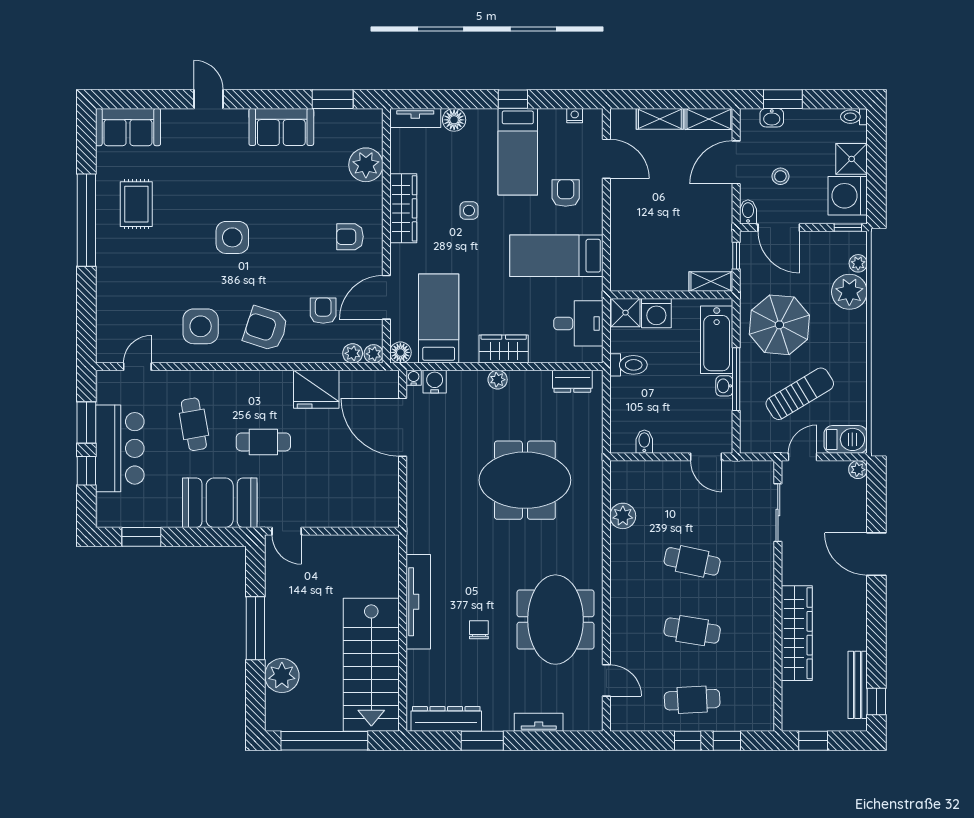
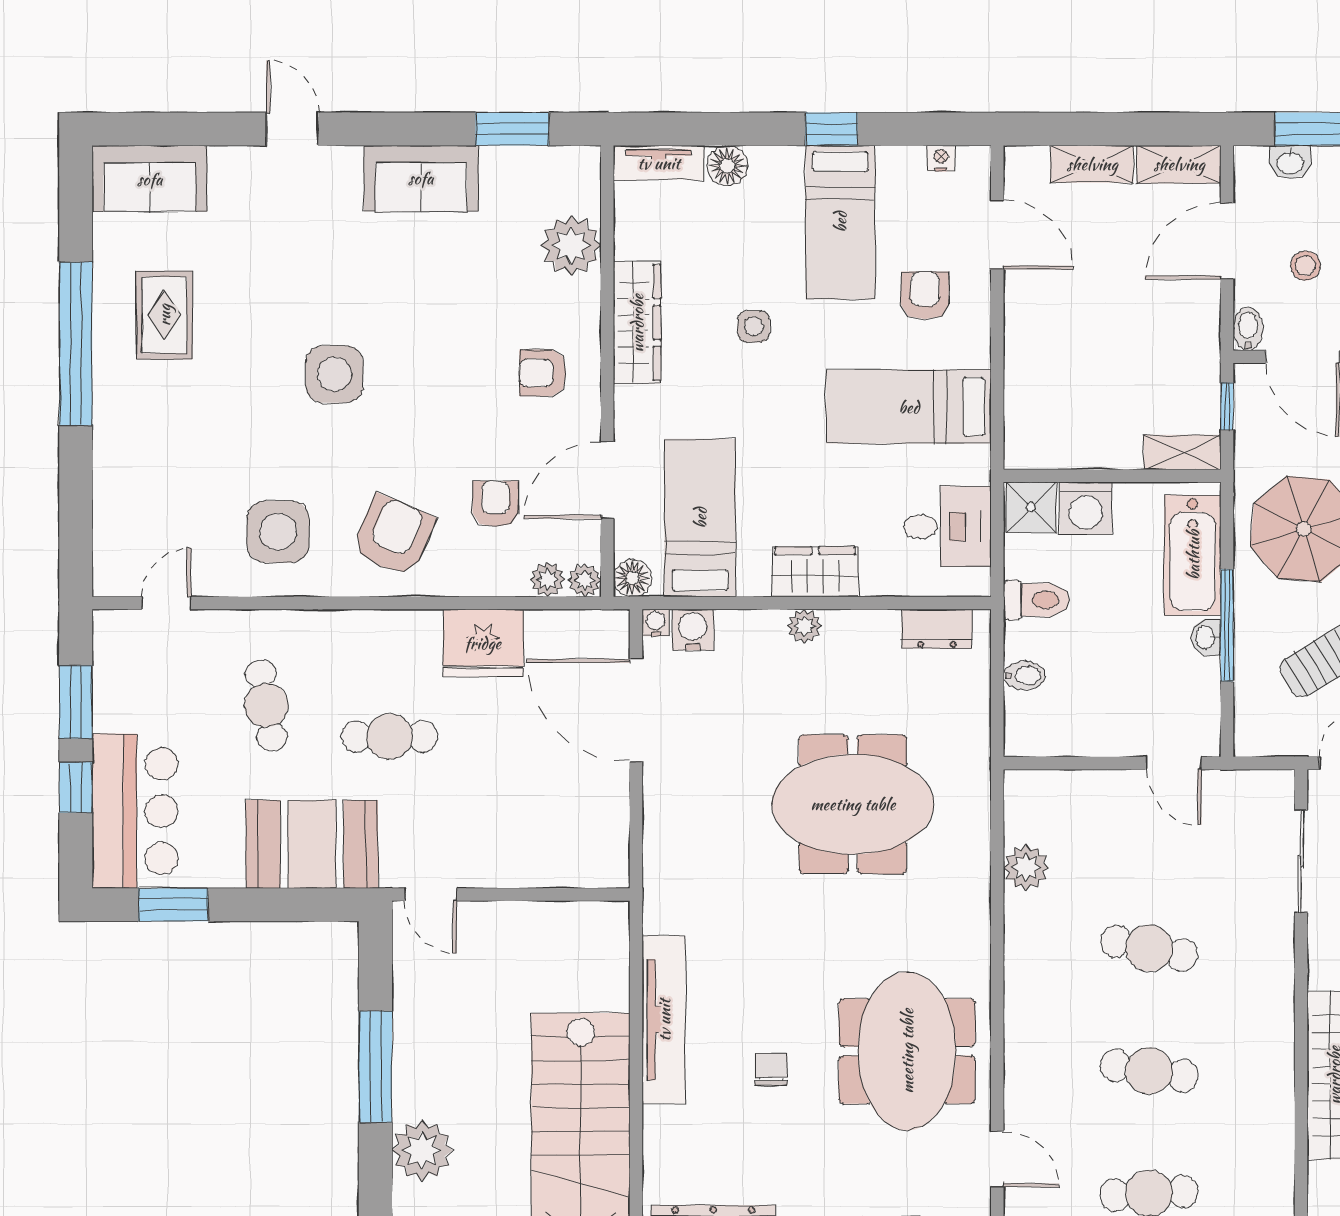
armchair: (266, 329) -> (394, 536), turned 95
bidet: (644, 442) -> (1024, 676), moved, turned 90
bar counter: (120, 448) -> (135, 811), moved

